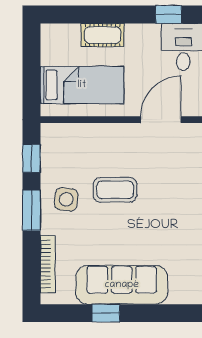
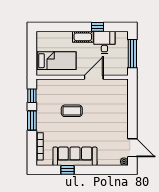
cot: (103, 35) -> (83, 37), moved
side table: (66, 199) -> (48, 115), removed

